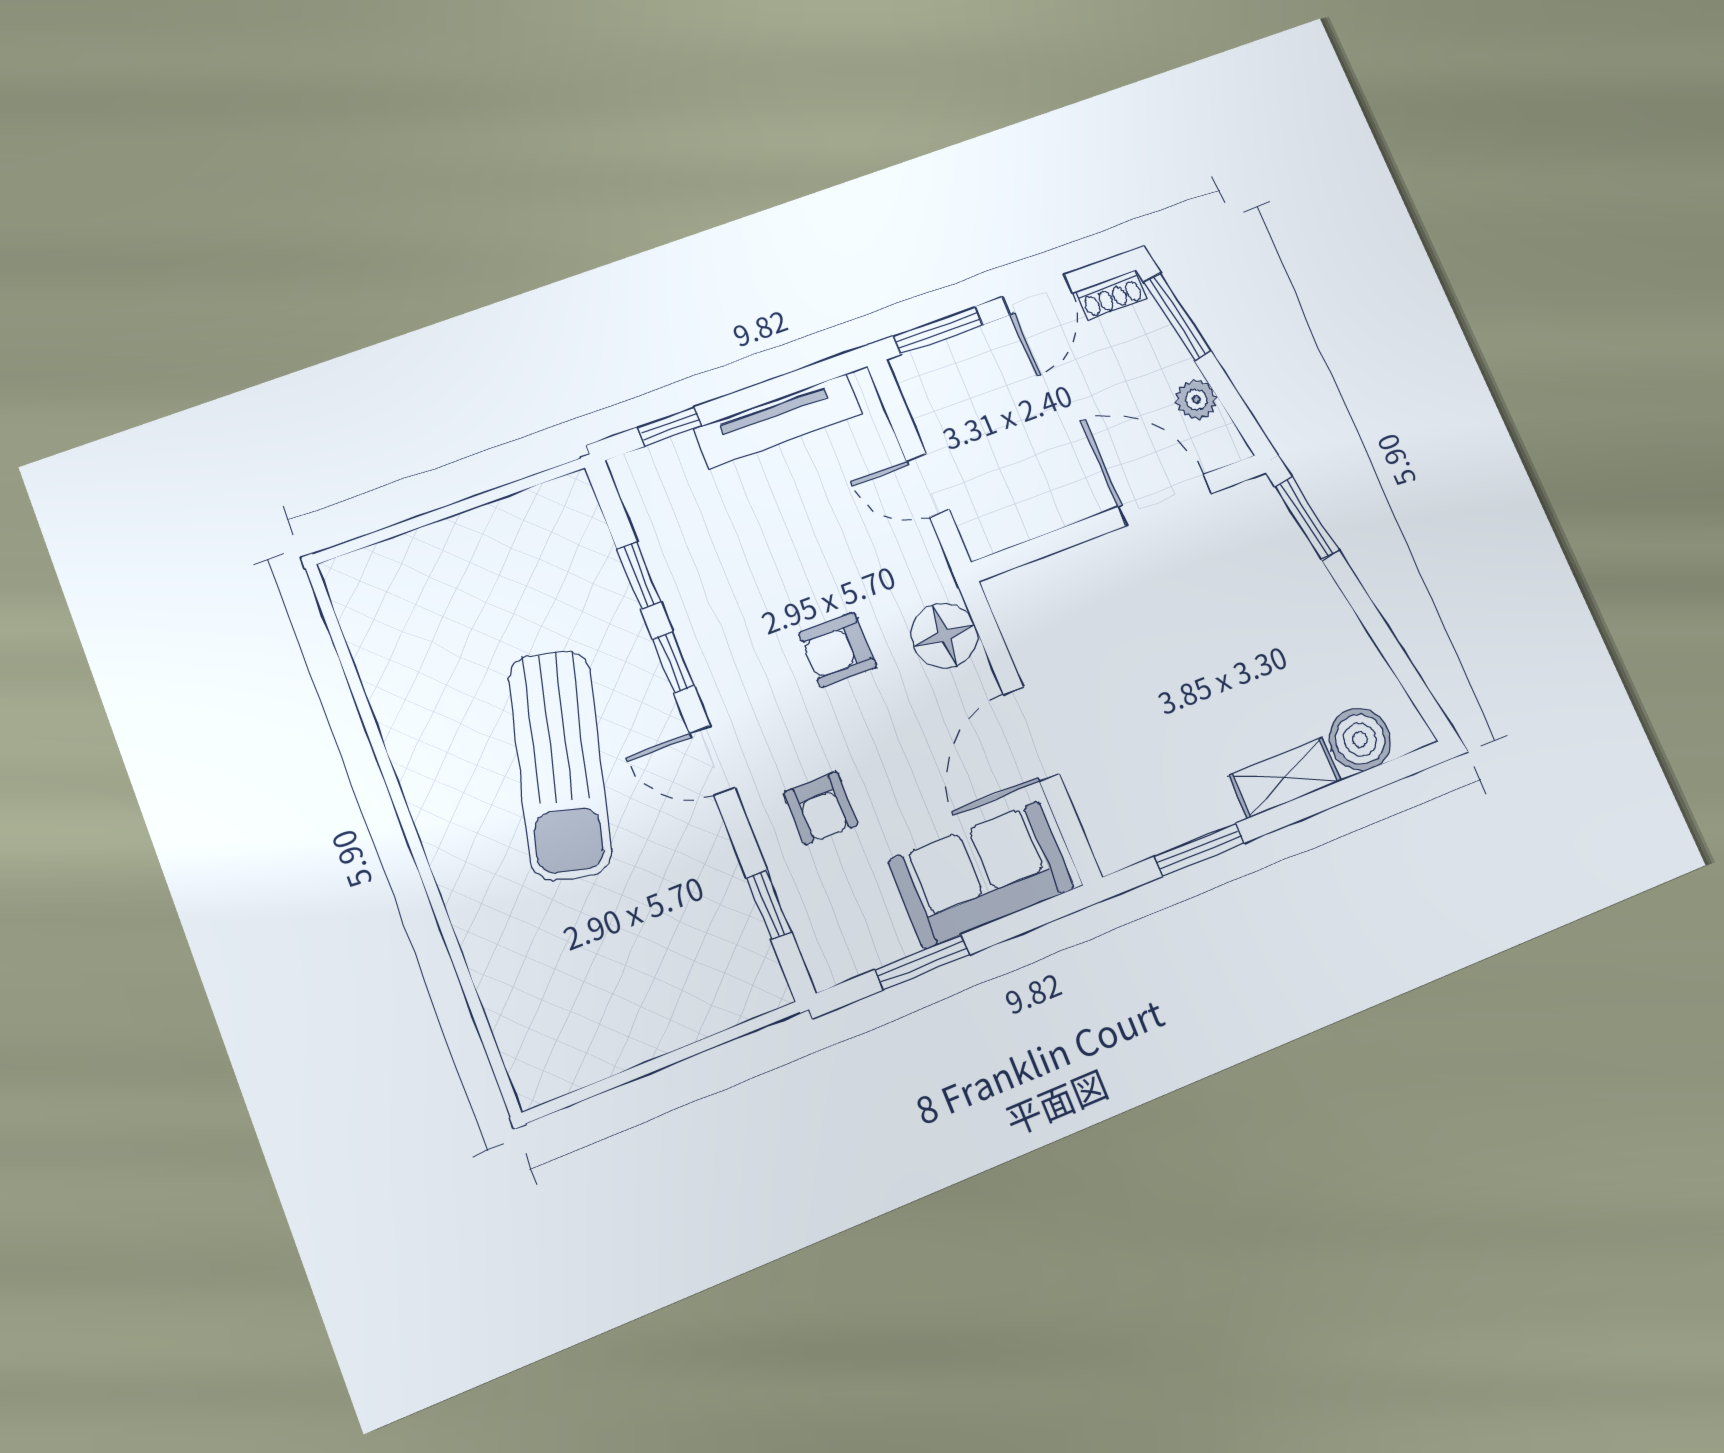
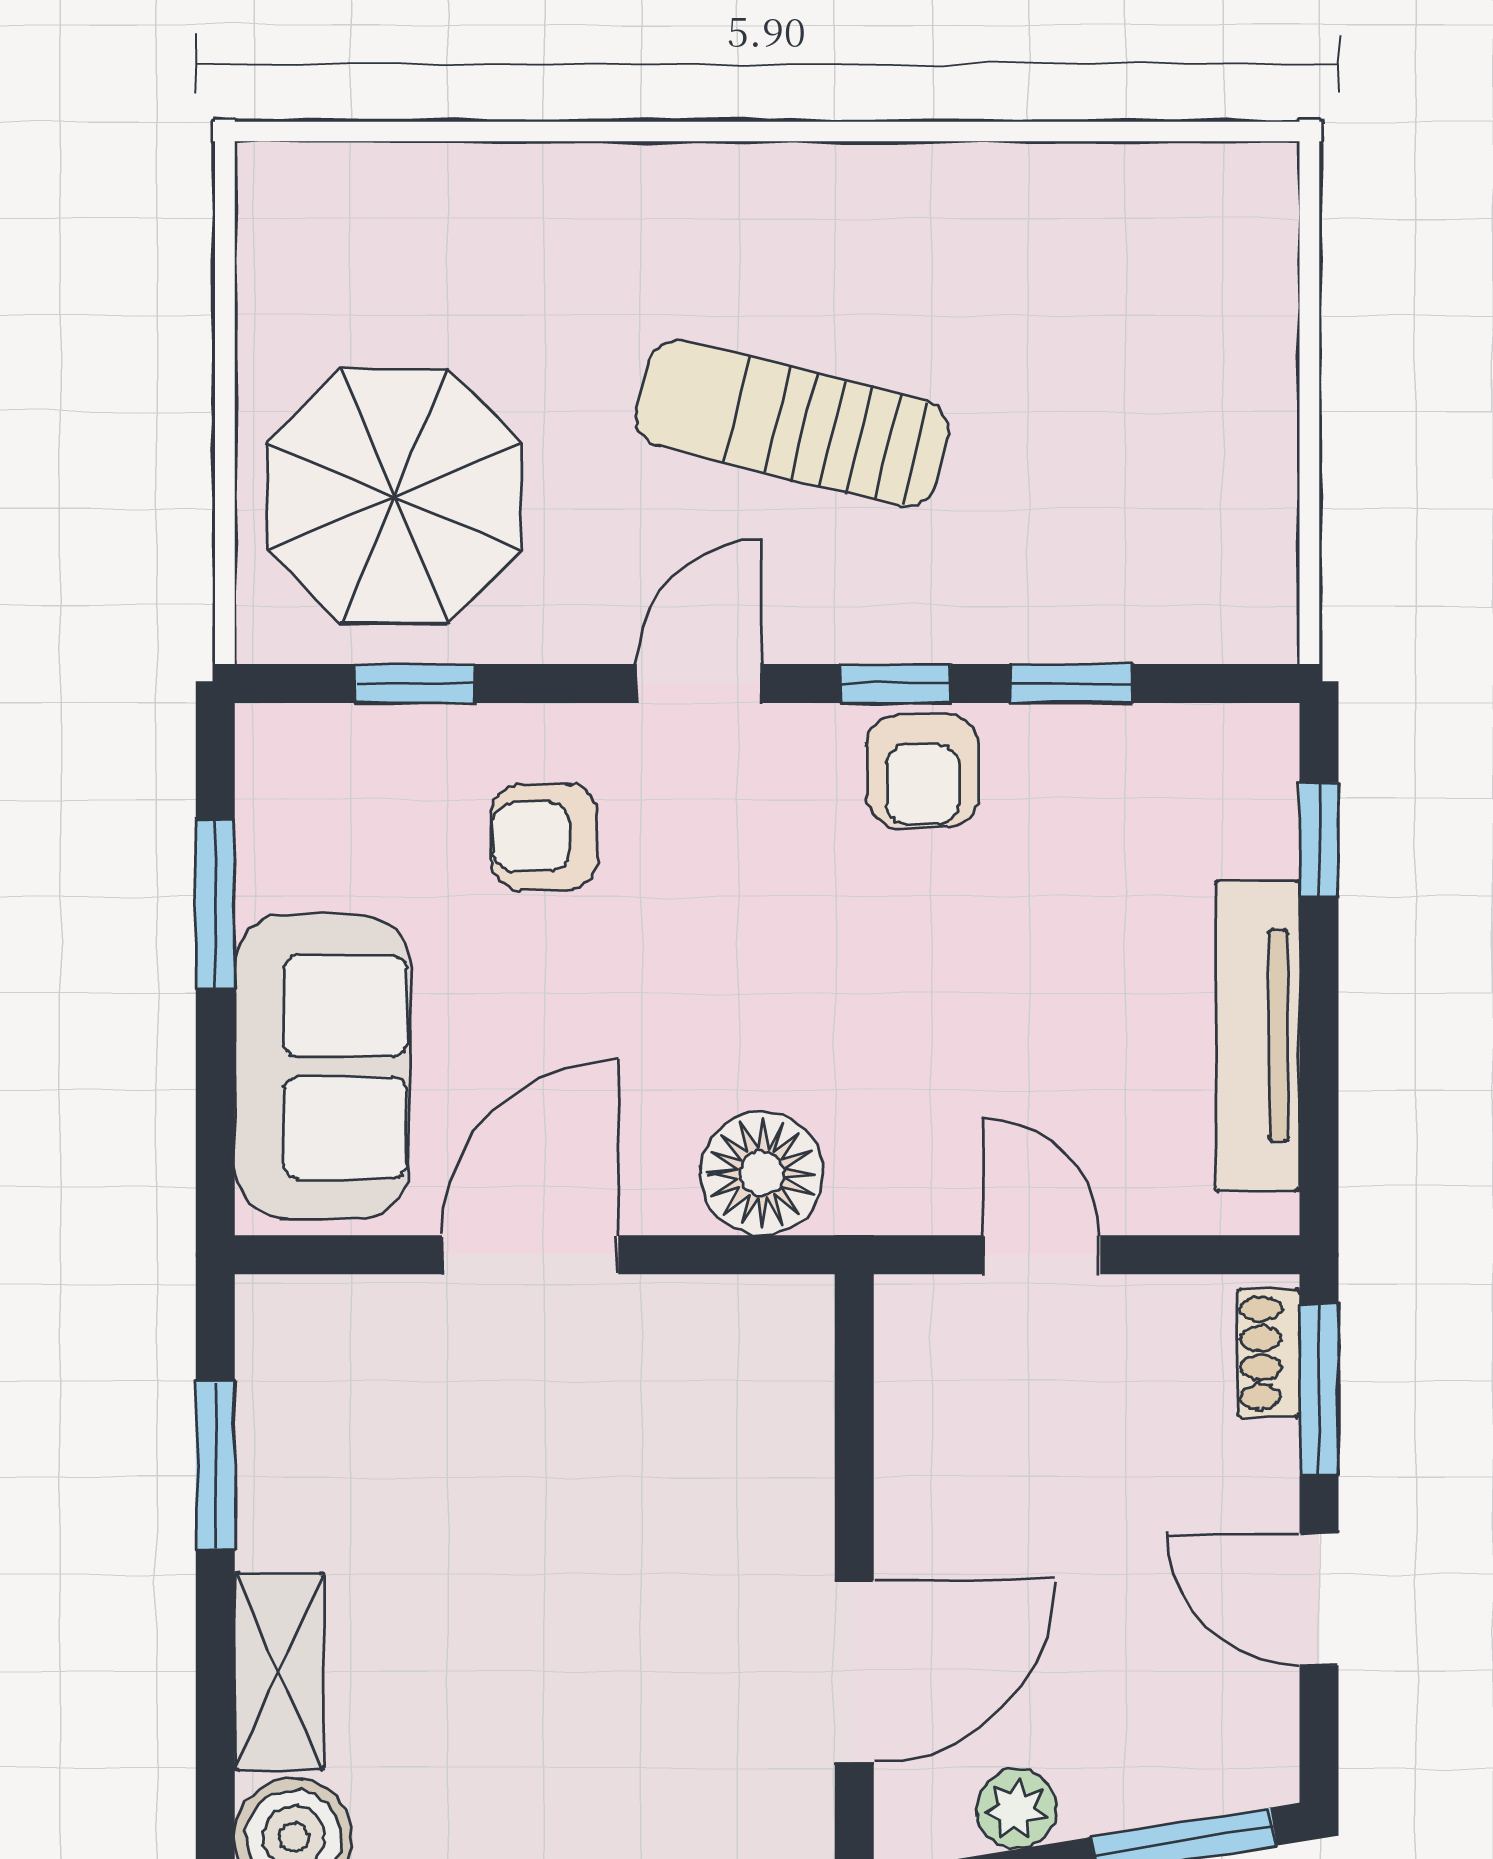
shoe rack: (1111, 295) -> (1269, 1353), moved
door: (928, 485) -> (1042, 1255), hinge flipped
armchair: (838, 650) -> (923, 771), moved, turned 180
door: (1031, 734) -> (530, 1255), hinge flipped
sun lounger: (560, 765) -> (792, 423), width x0.73, depth x0.75
parasol: (677, 954) -> (394, 496), added

